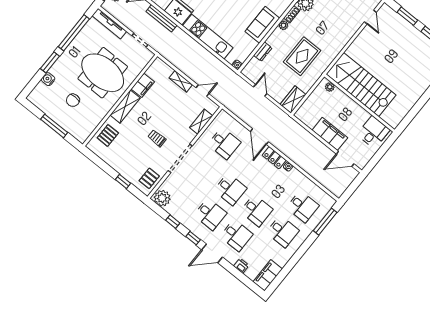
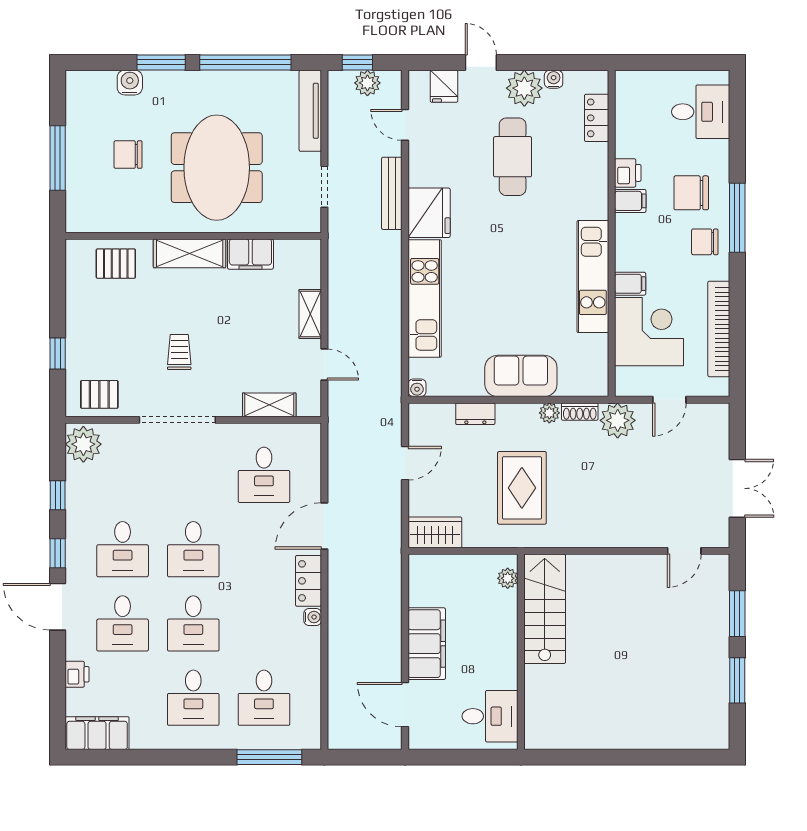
rug: (302, 56) -> (522, 488), turned 90
stairs: (361, 85) -> (545, 609), width x0.73, depth x0.66

